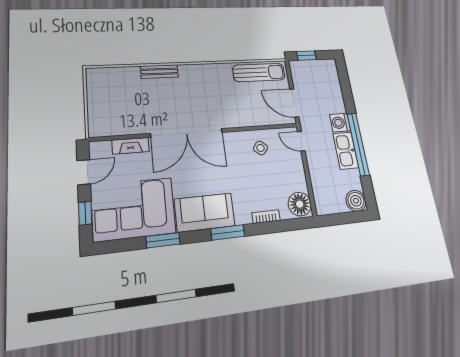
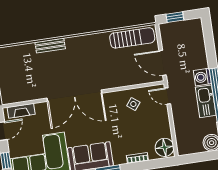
fireplace: (131, 146) -> (21, 111), moved

